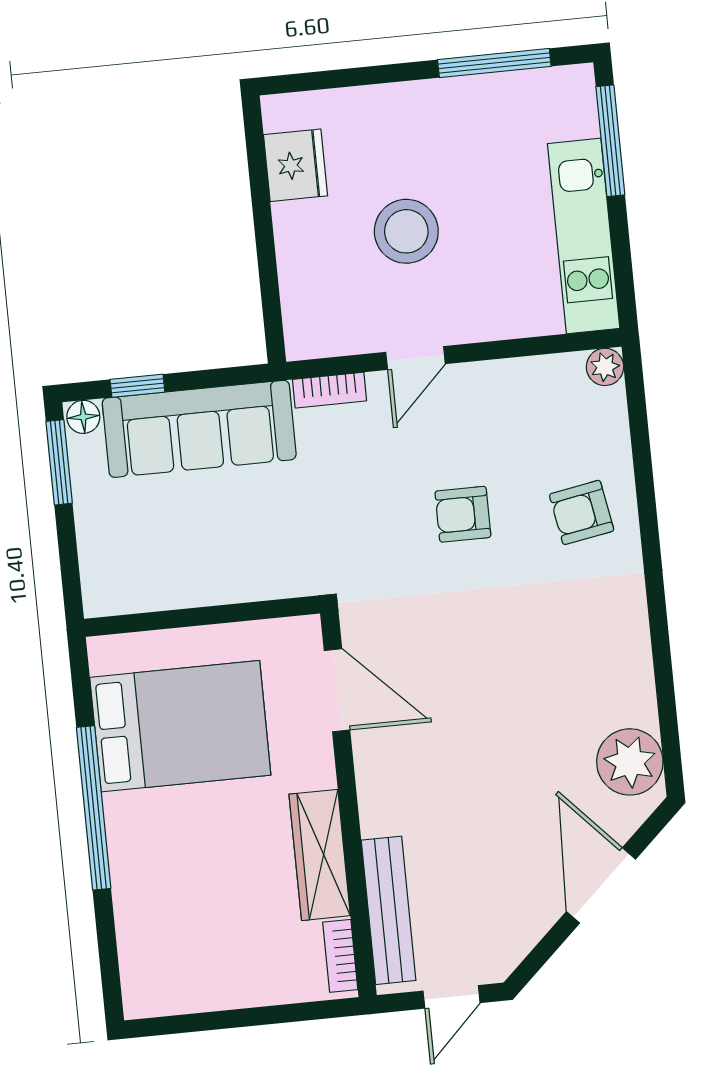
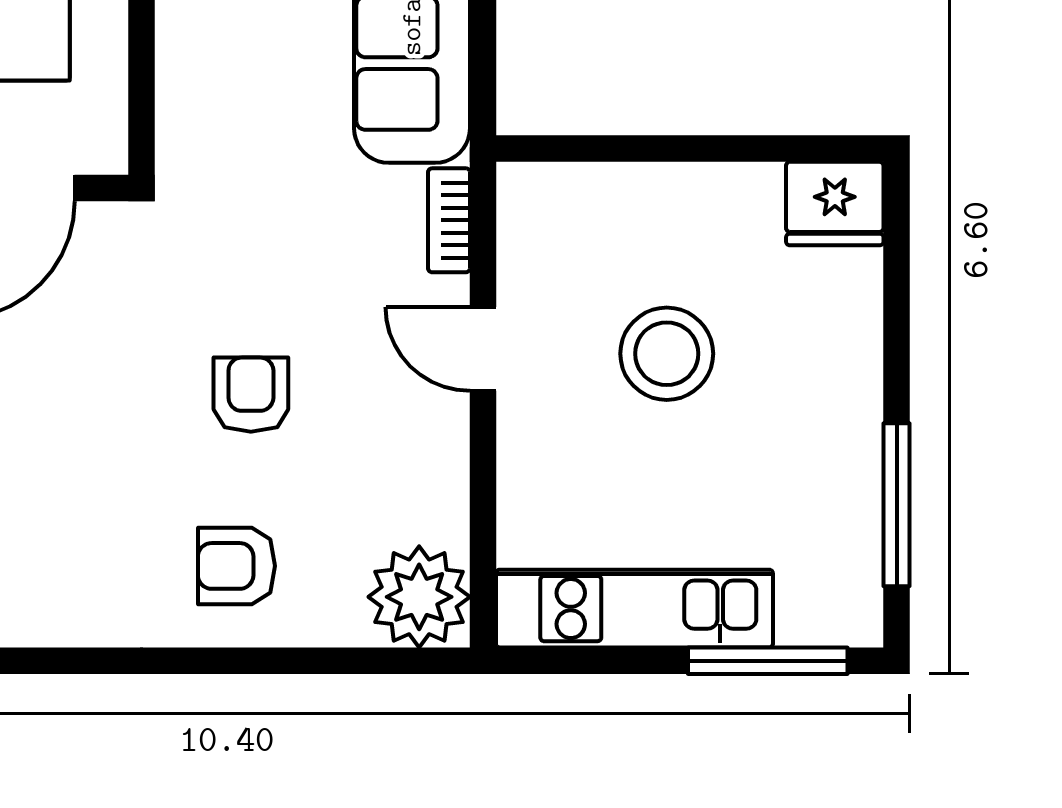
fridge: (295, 165) -> (835, 204), moved
plant: (605, 367) -> (419, 597), width x1.87, depth x1.87
armchair: (582, 512) -> (236, 566), turned -80

